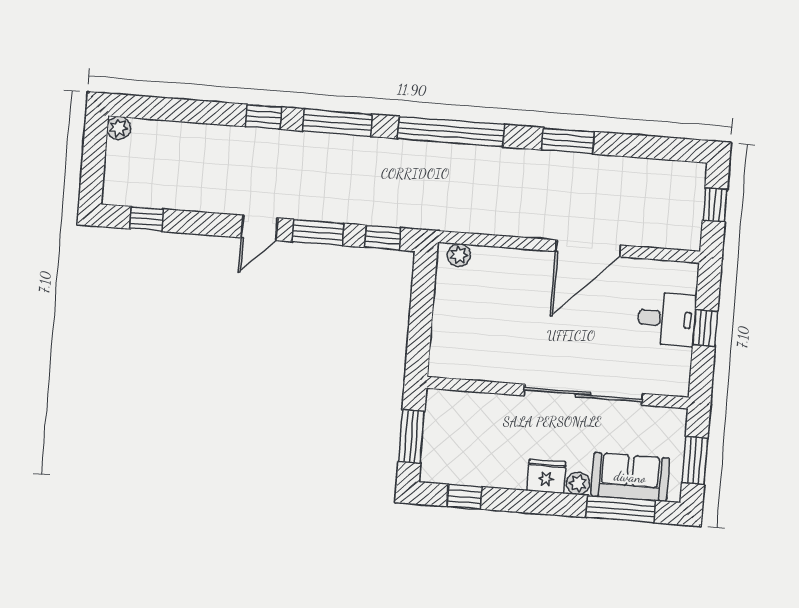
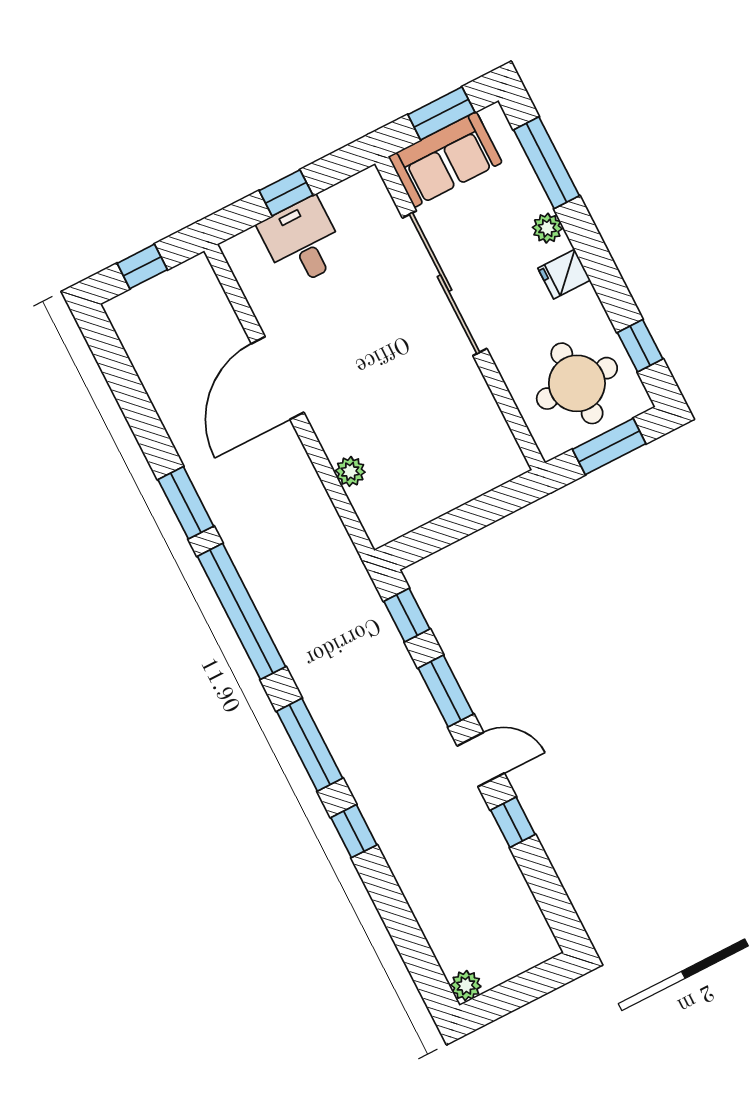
window: (568, 141) -> (186, 503), moved
window: (147, 219) -> (513, 822), moved
door: (588, 248) -> (278, 378), swing flipped
plant: (459, 255) -> (350, 471), moved
round table: (465, 441) -> (577, 383), added
fridge: (546, 476) -> (564, 274), width x0.72
sofa: (630, 477) -> (445, 160), moved, turned -90

